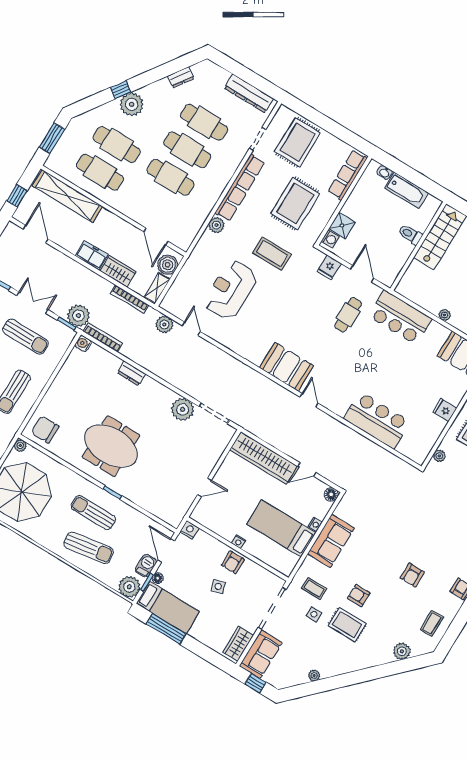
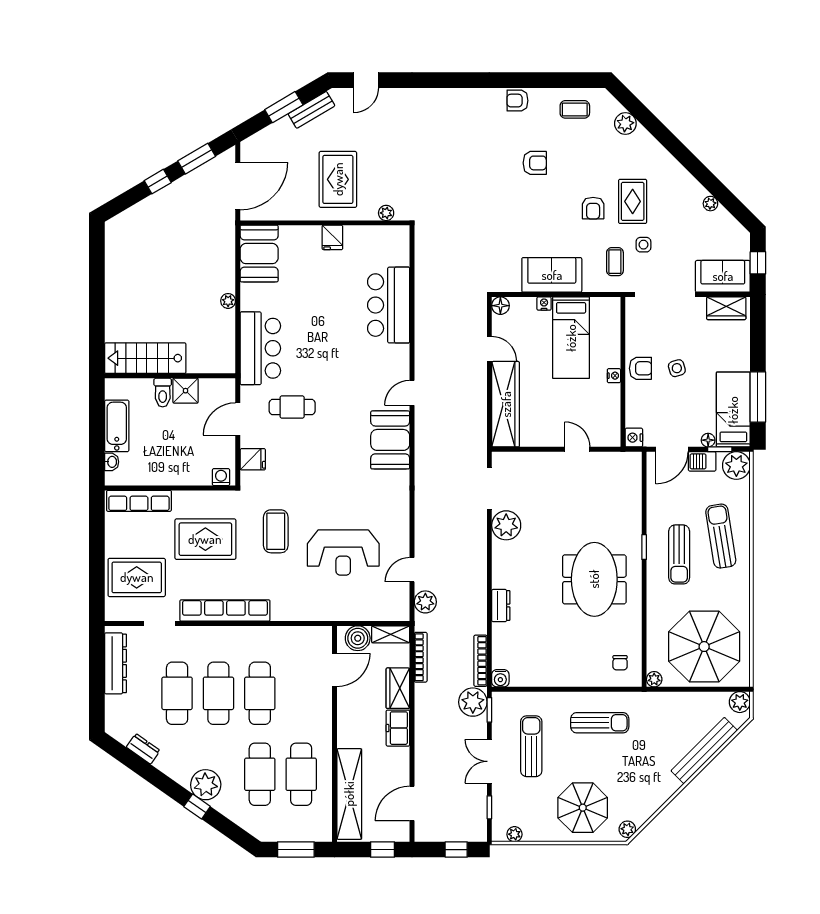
plant: (216, 225) -> (282, 611), removed
shower: (342, 226) -> (186, 391), moved
chair: (45, 429) -> (620, 663), width x0.54, depth x0.54

